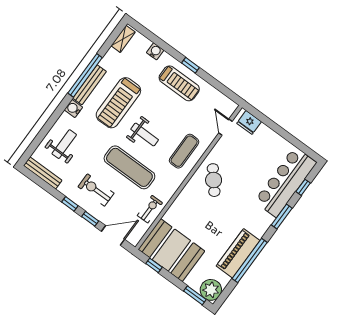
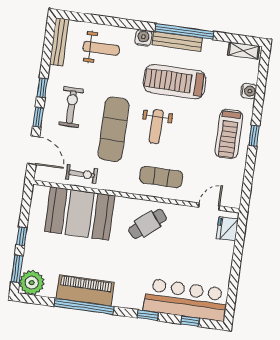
window: (282, 217) -> (148, 315), width x0.67
booth: (171, 250) -> (80, 213), moved, turned 90
window: (154, 265) -> (22, 236), moved

